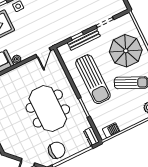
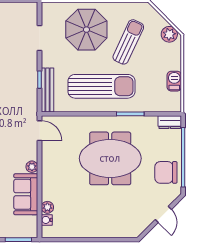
bench: (84, 39) -> (47, 90), moved
barbecue: (111, 130) -> (174, 81), moved
chair: (57, 150) -> (166, 172), turned -90

